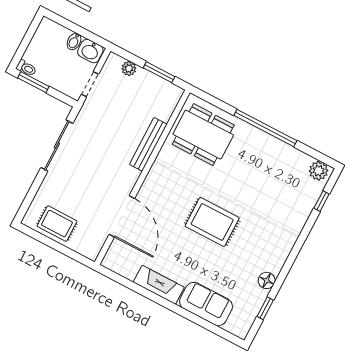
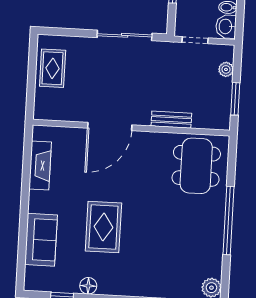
bench: (148, 144) -> (171, 120), width x0.73
door: (122, 216) -> (110, 126), moved
rug: (212, 222) -> (103, 227), moved
fireplace: (159, 285) -> (40, 165), moved

